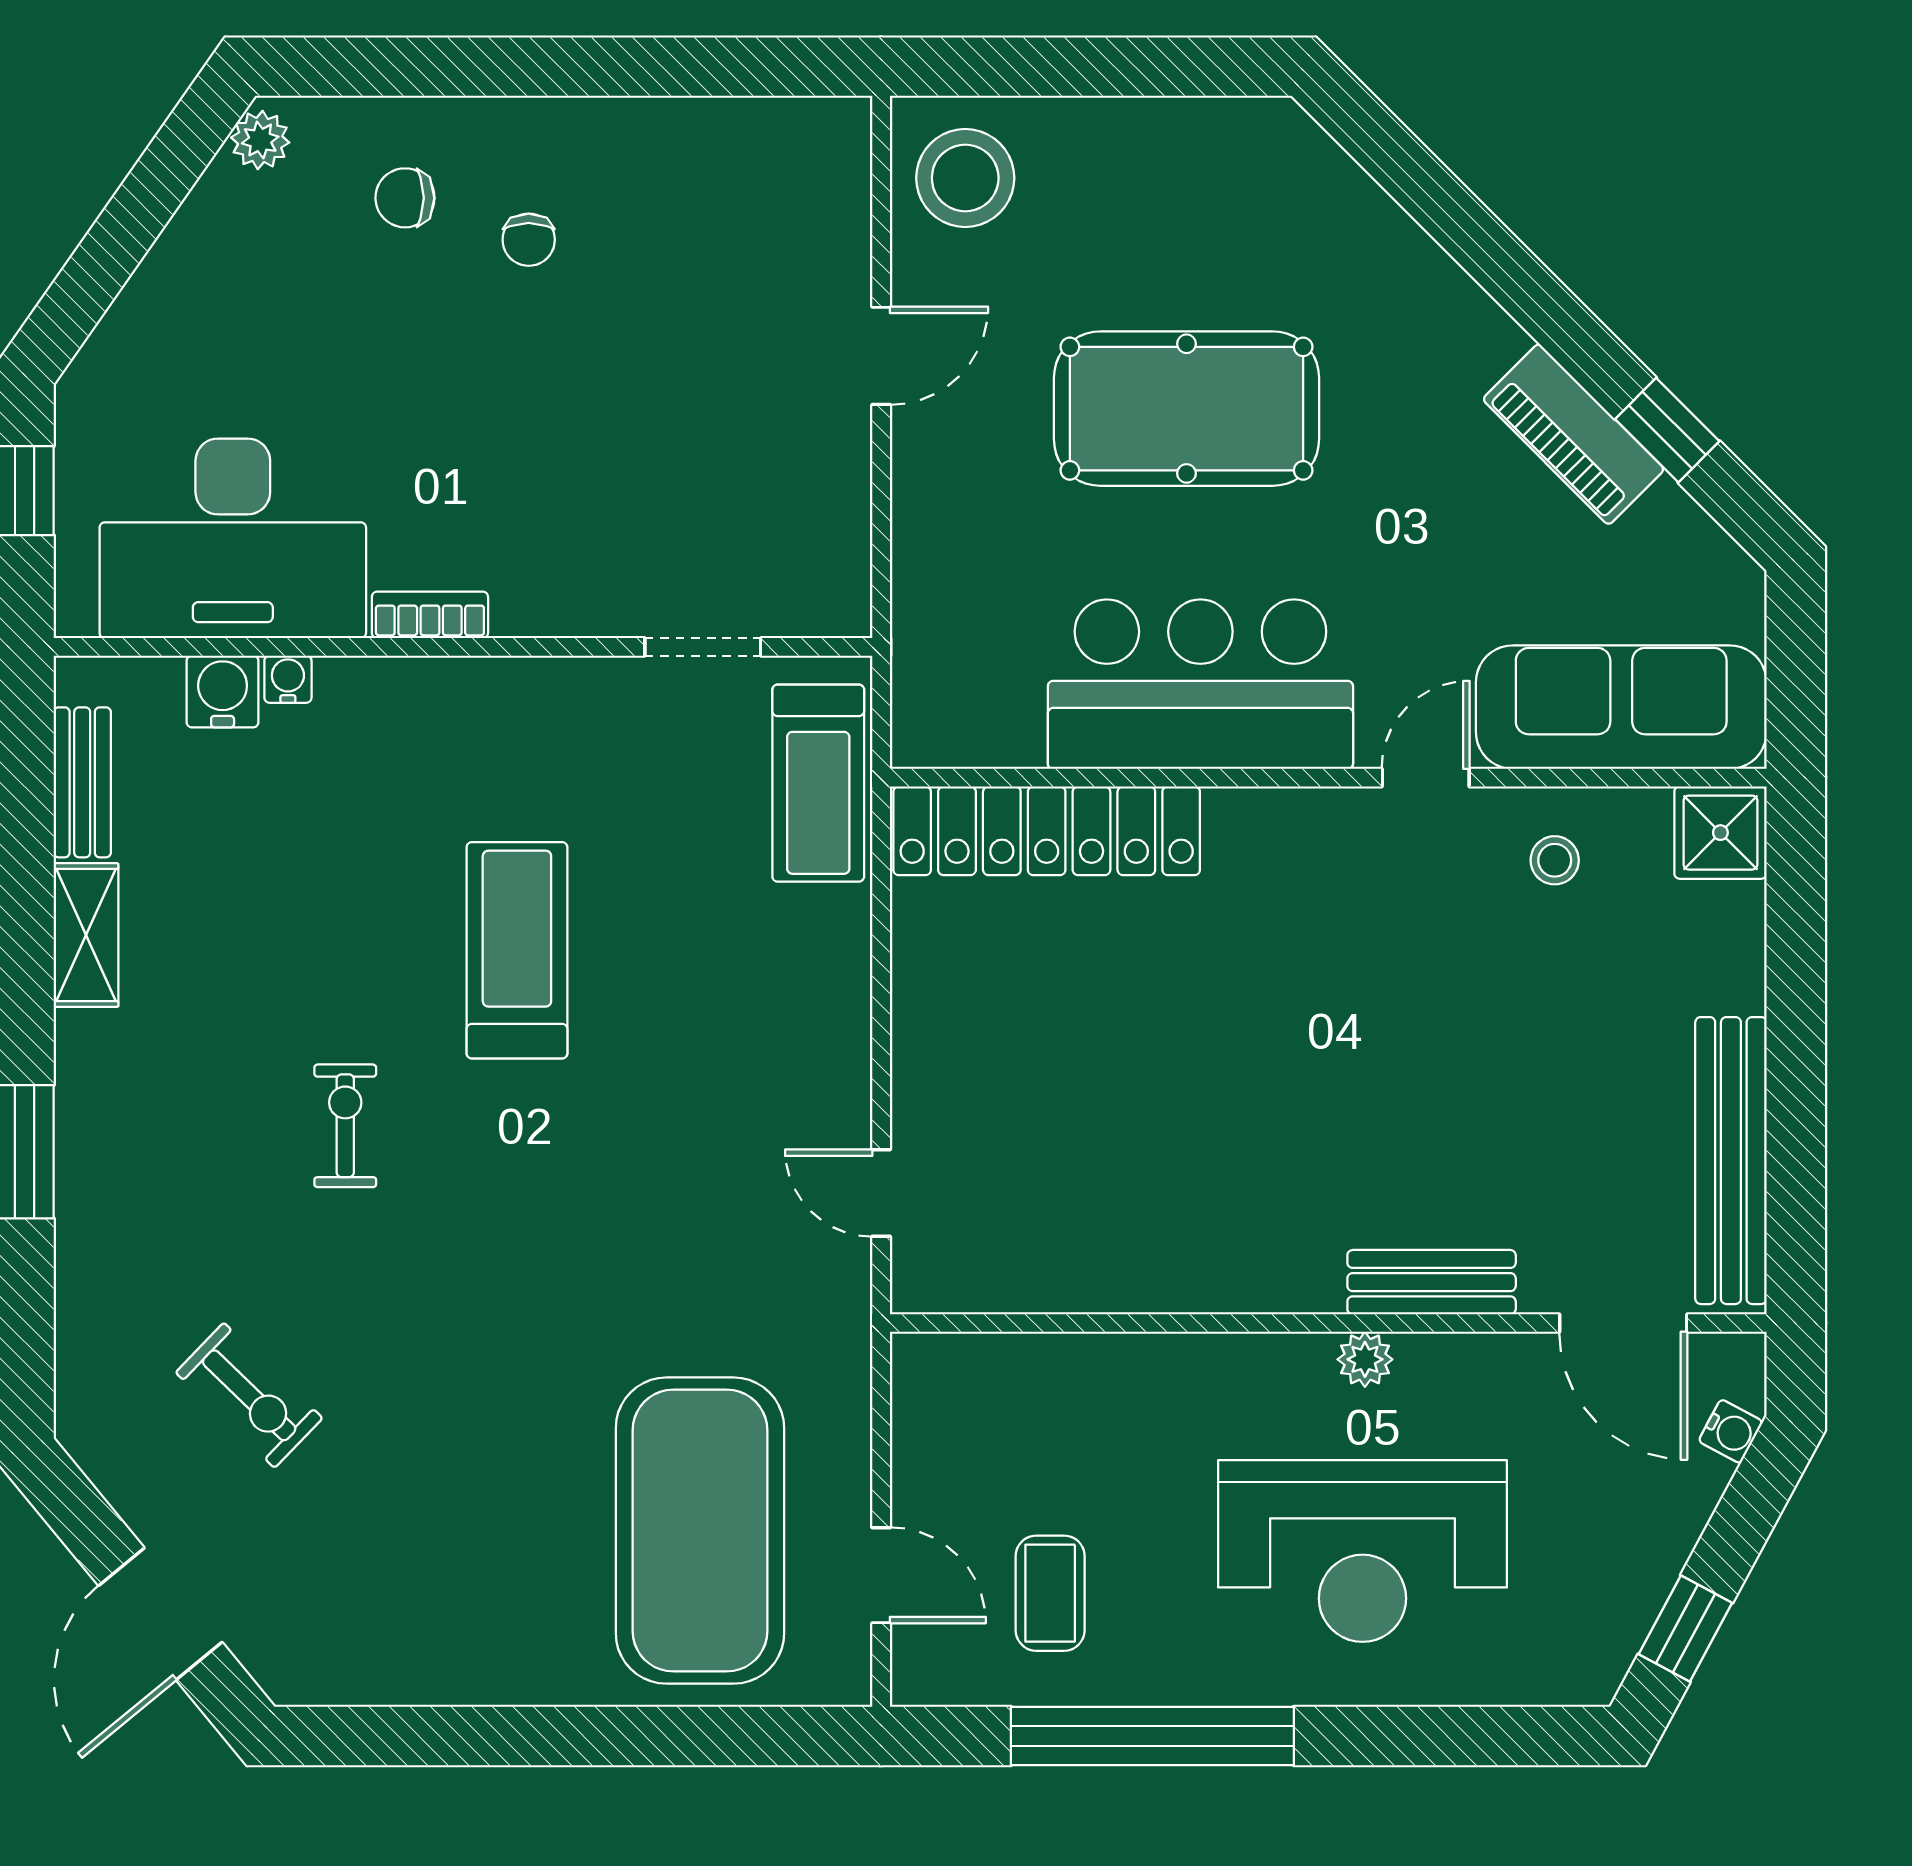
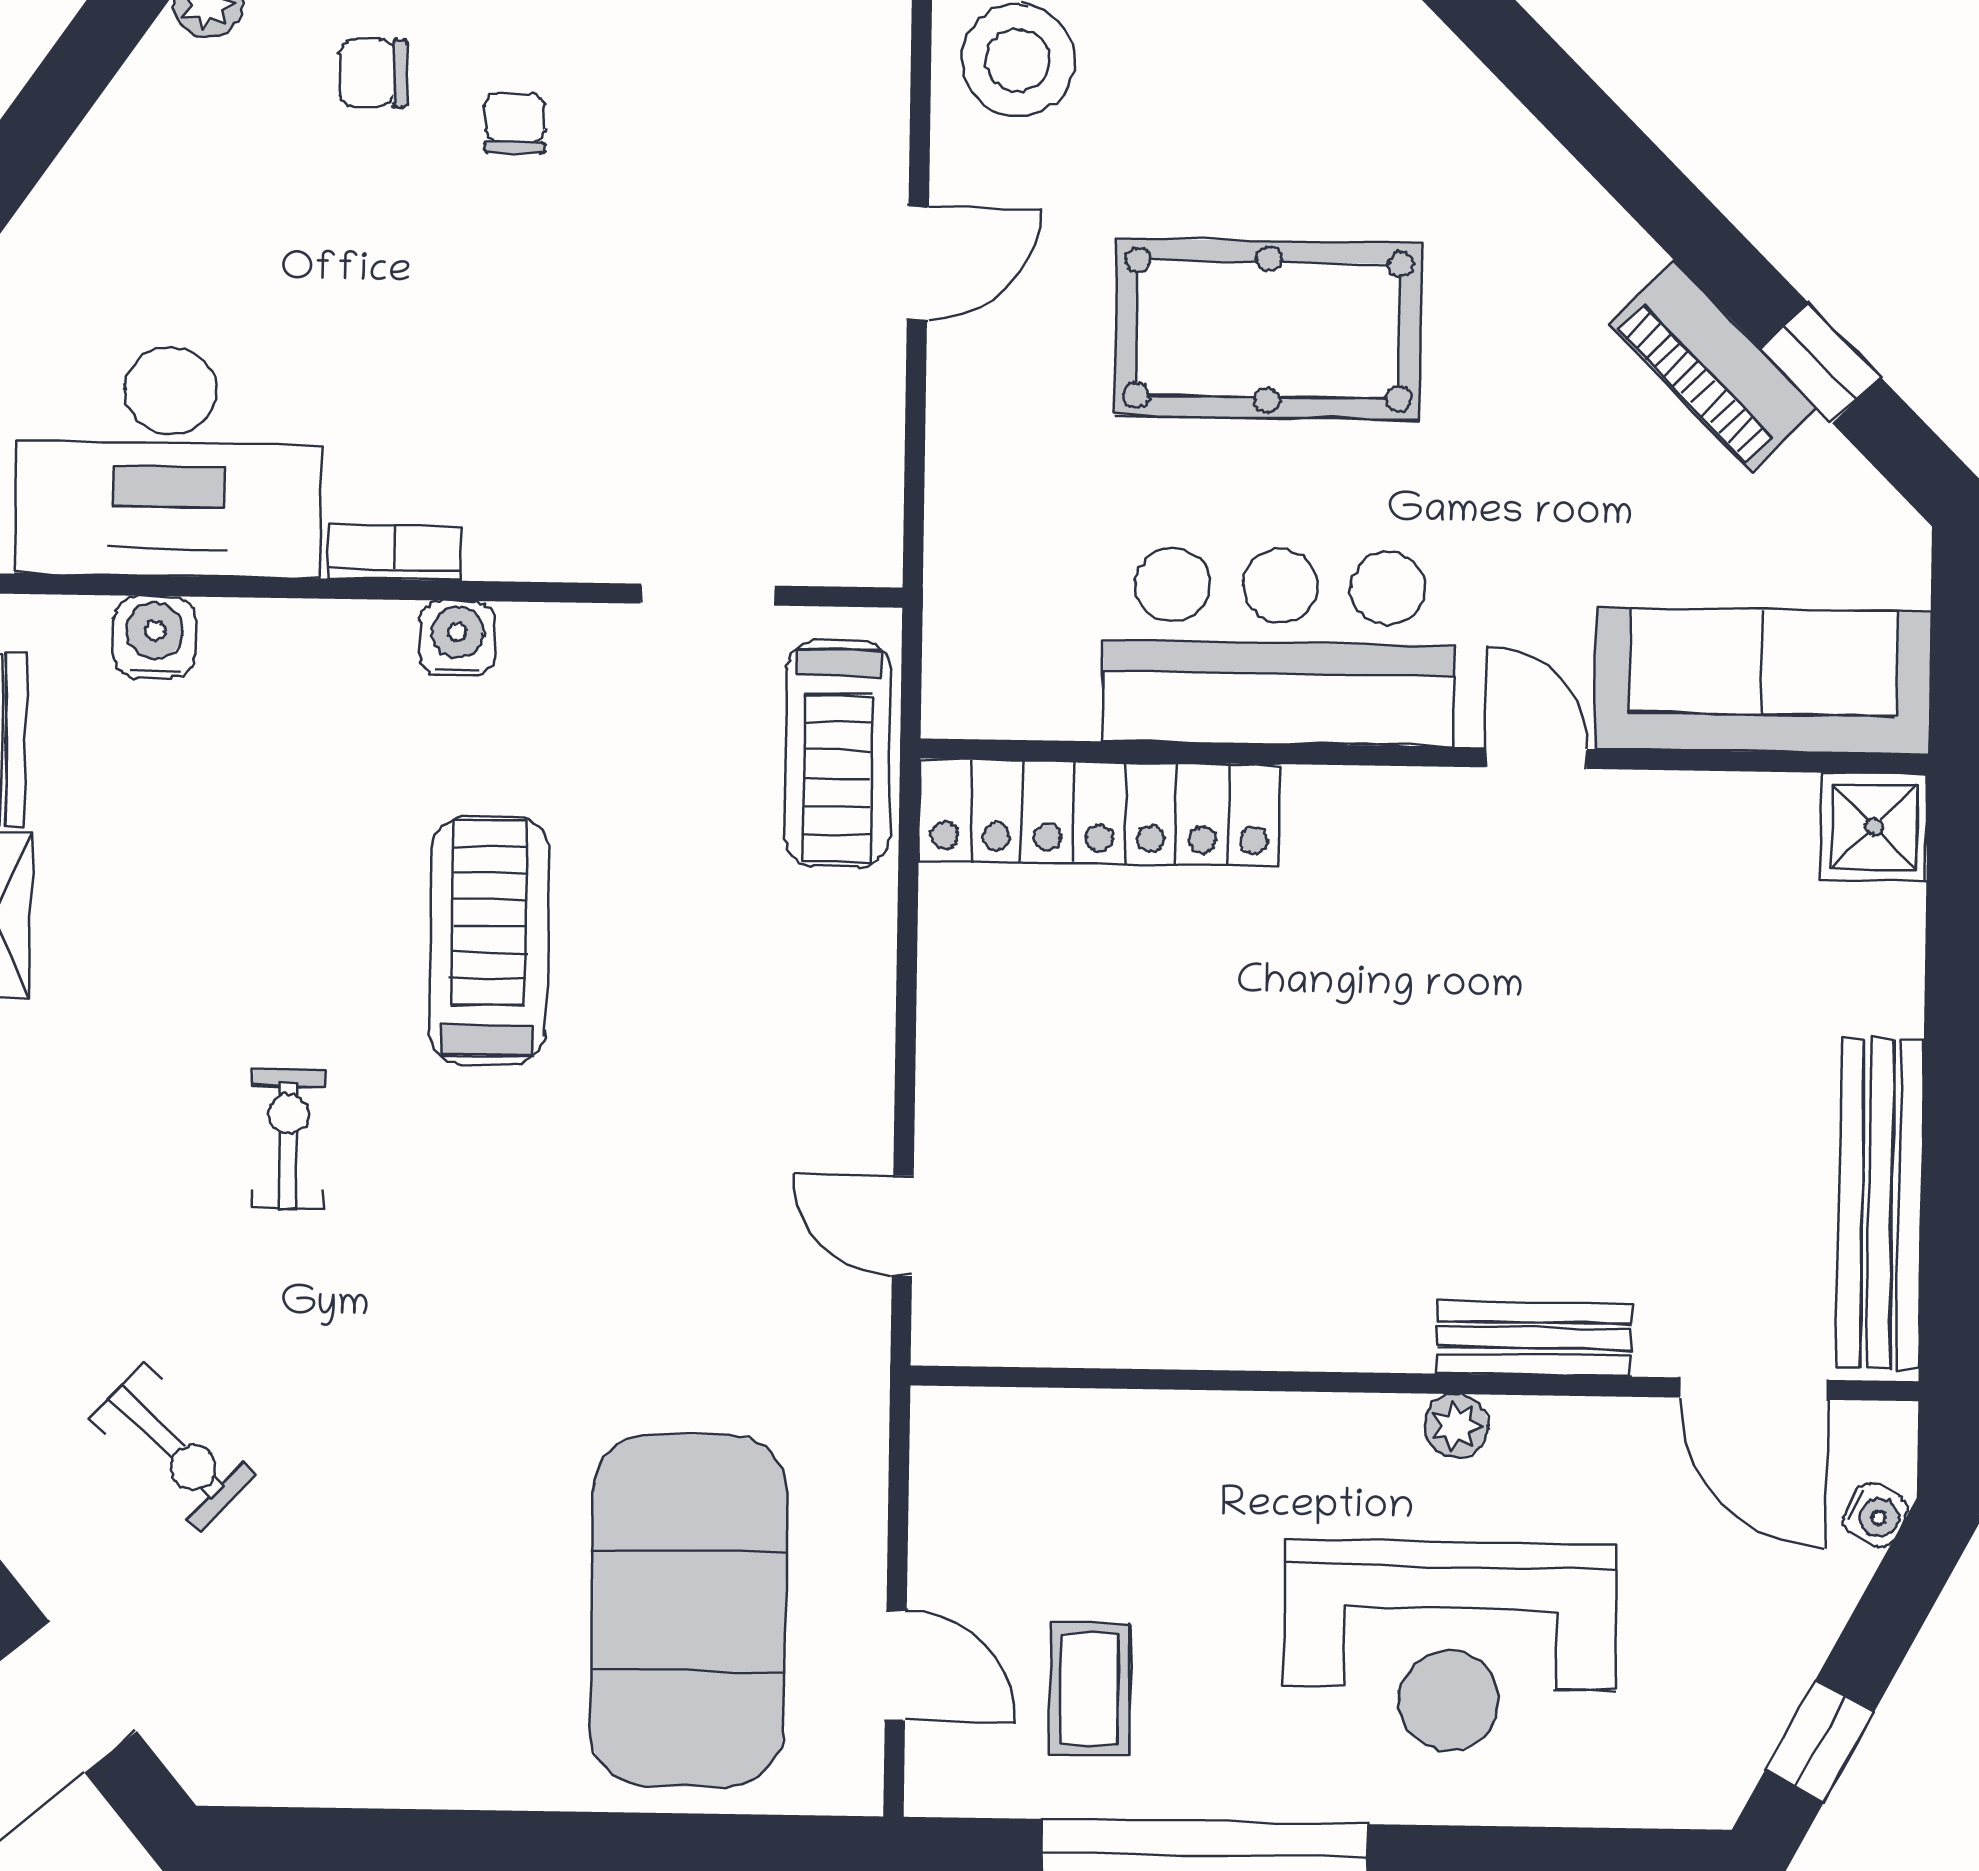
chair: (529, 240) -> (515, 123), turned 180
water cooler: (288, 679) -> (457, 638), moved, width x1.38, depth x1.38
door: (1426, 778) -> (1536, 758), hinge flipped
stool: (1555, 860) -> (1683, 855), removed

